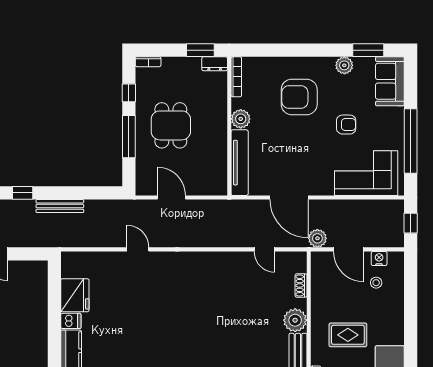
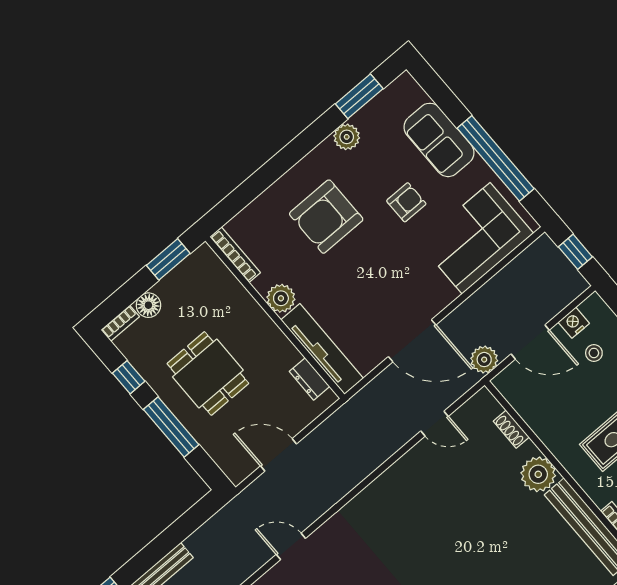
dresser: (215, 64) -> (309, 379), moved, turned 90
floor lamp: (170, 65) -> (148, 305), added
sofa: (390, 81) -> (439, 140), moved

